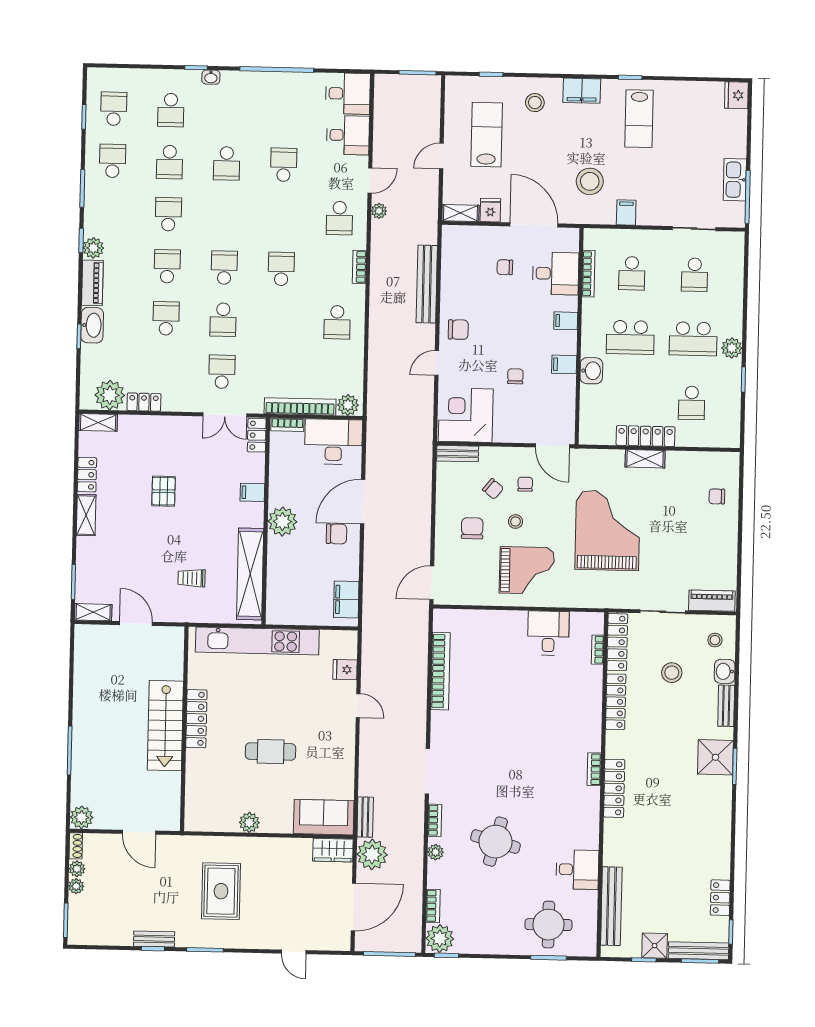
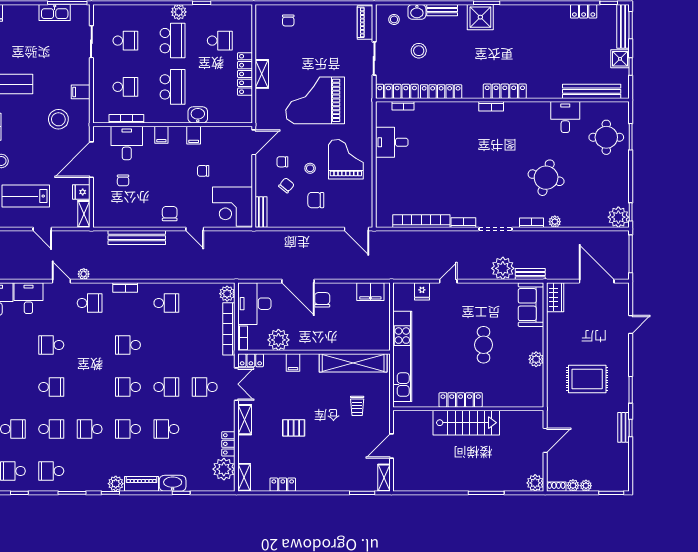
shelving: (86, 515) -> (245, 420), moved, turned 90
plant: (282, 522) -> (278, 340), moved
plant: (372, 854) -> (503, 268), moved
bookcase: (433, 906) -> (463, 223), moved

